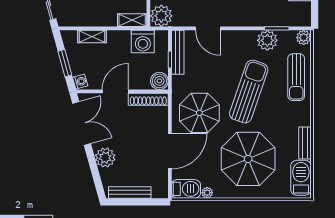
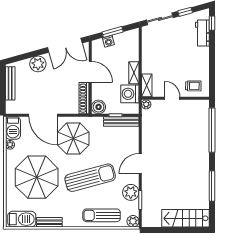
plant: (161, 16) -> (146, 104), width x0.53, depth x0.53
door: (208, 28) -> (140, 164), moved
shelving: (92, 36) -> (134, 73), moved
washing machine: (80, 82) -> (108, 41), moved
sun lounger: (249, 92) -> (90, 178), turned -34

